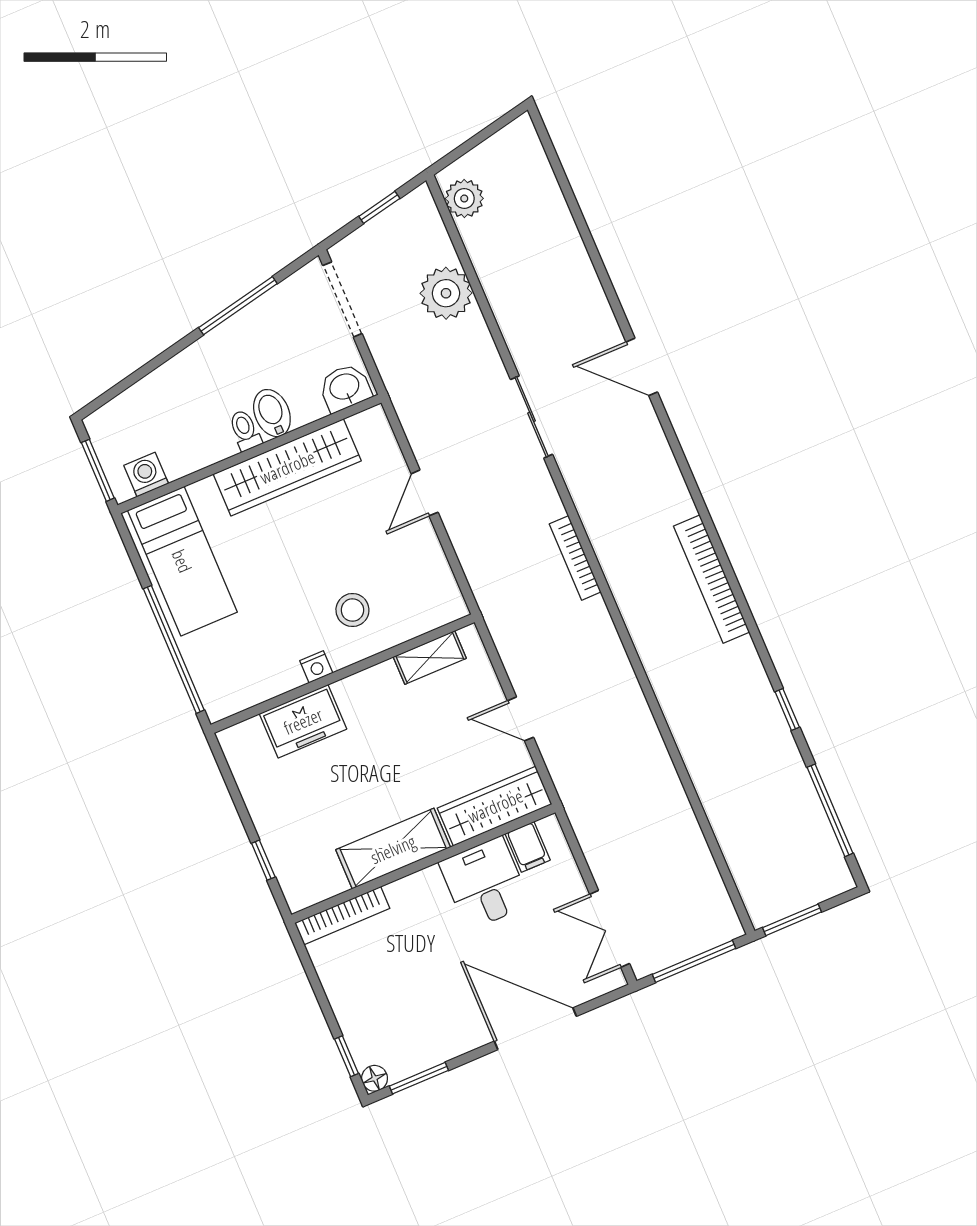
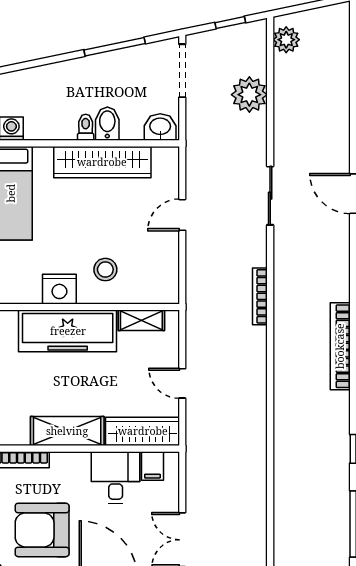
nightstand: (316, 667) -> (59, 289), width x1.89, depth x1.79
freezer: (303, 721) -> (68, 331), width x1.91, depth x1.26
armchair: (416, 996) -> (42, 530), added

